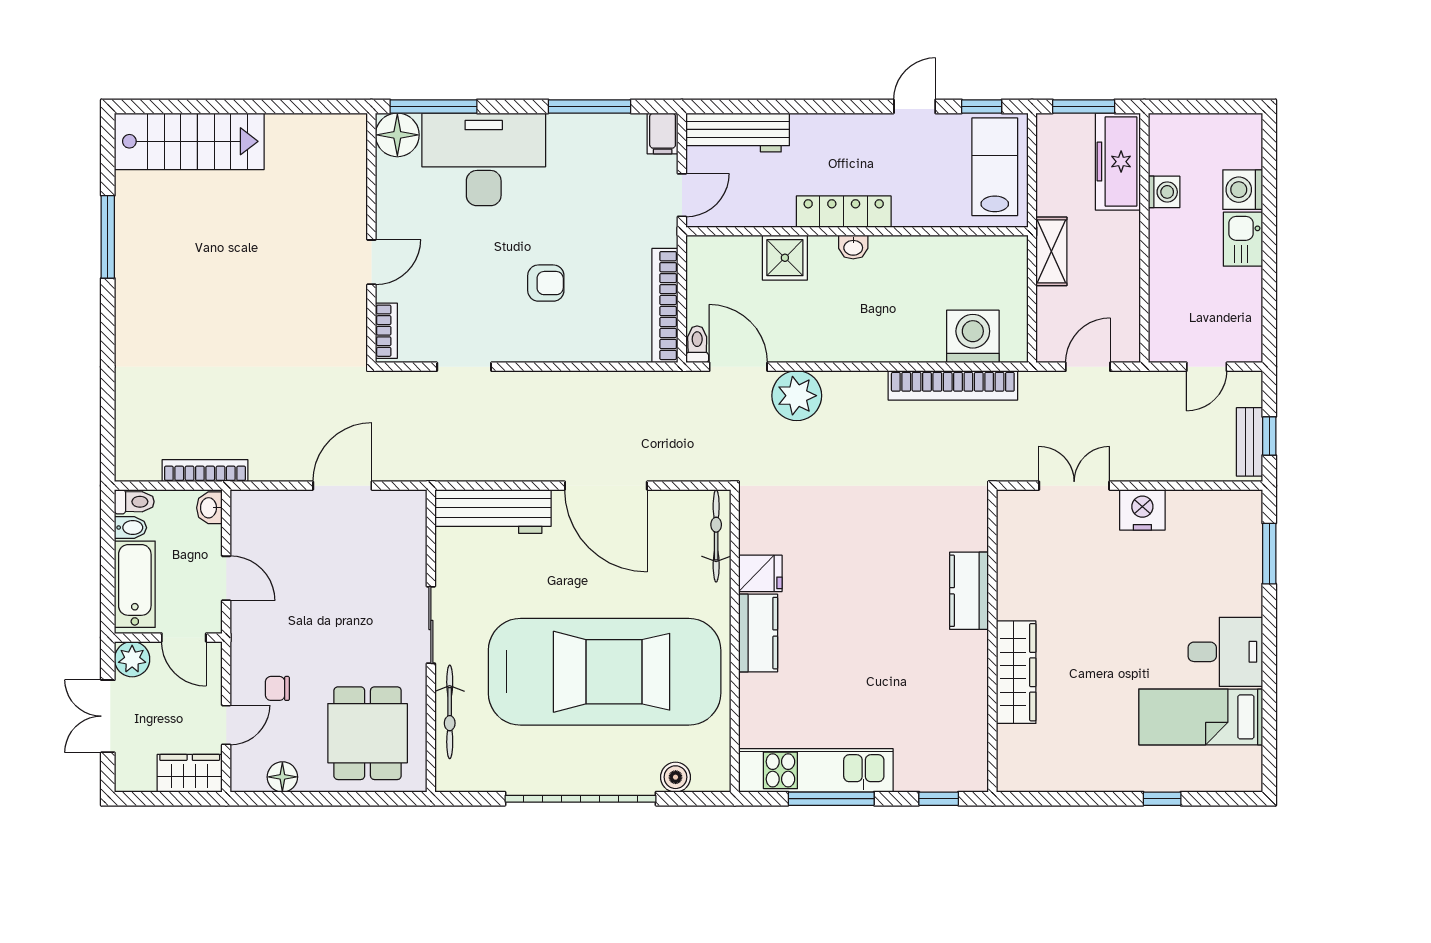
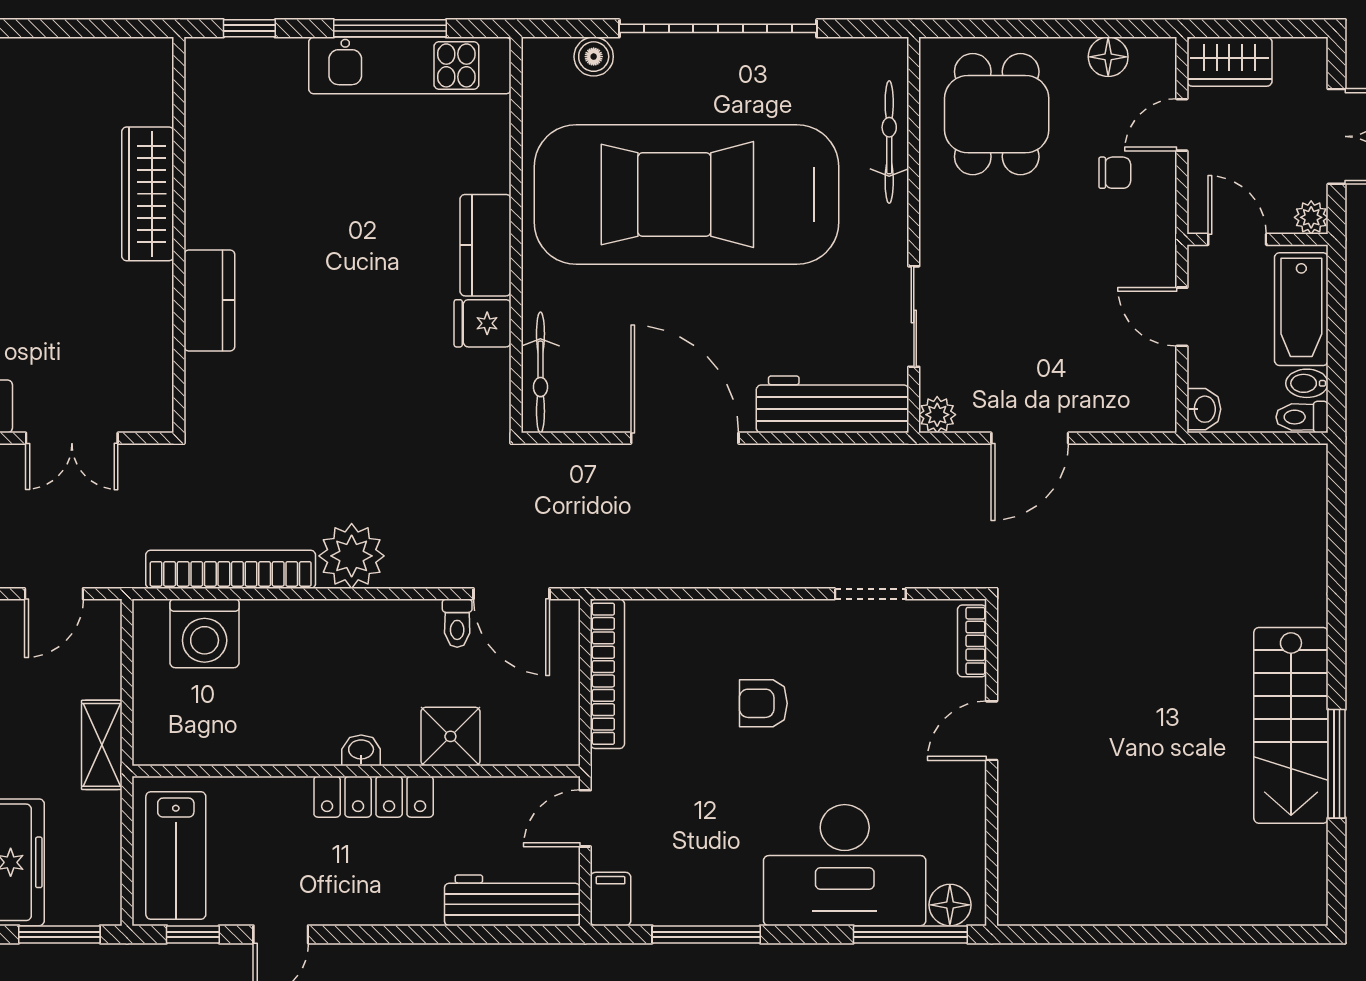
floor lamp: (397, 135) -> (950, 905), width x0.73, depth x0.73
stairs: (189, 141) -> (1291, 725), moved, turned -90
toilet: (697, 344) -> (457, 623), moved
plant: (797, 396) -> (352, 556), moved
bookcase: (205, 471) -> (1209, 458), removed
plant: (413, 504) -> (937, 415), added
sliding door: (431, 625) -> (914, 317), moved
plant: (132, 659) -> (1311, 217), width x0.73, depth x0.73

